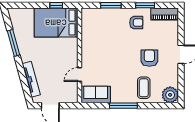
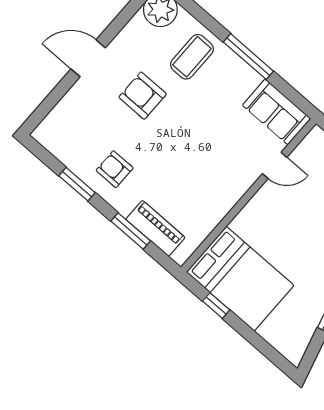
piano: (165, 14) -> (155, 228), moved
armchair: (149, 58) -> (143, 96), turned 90

